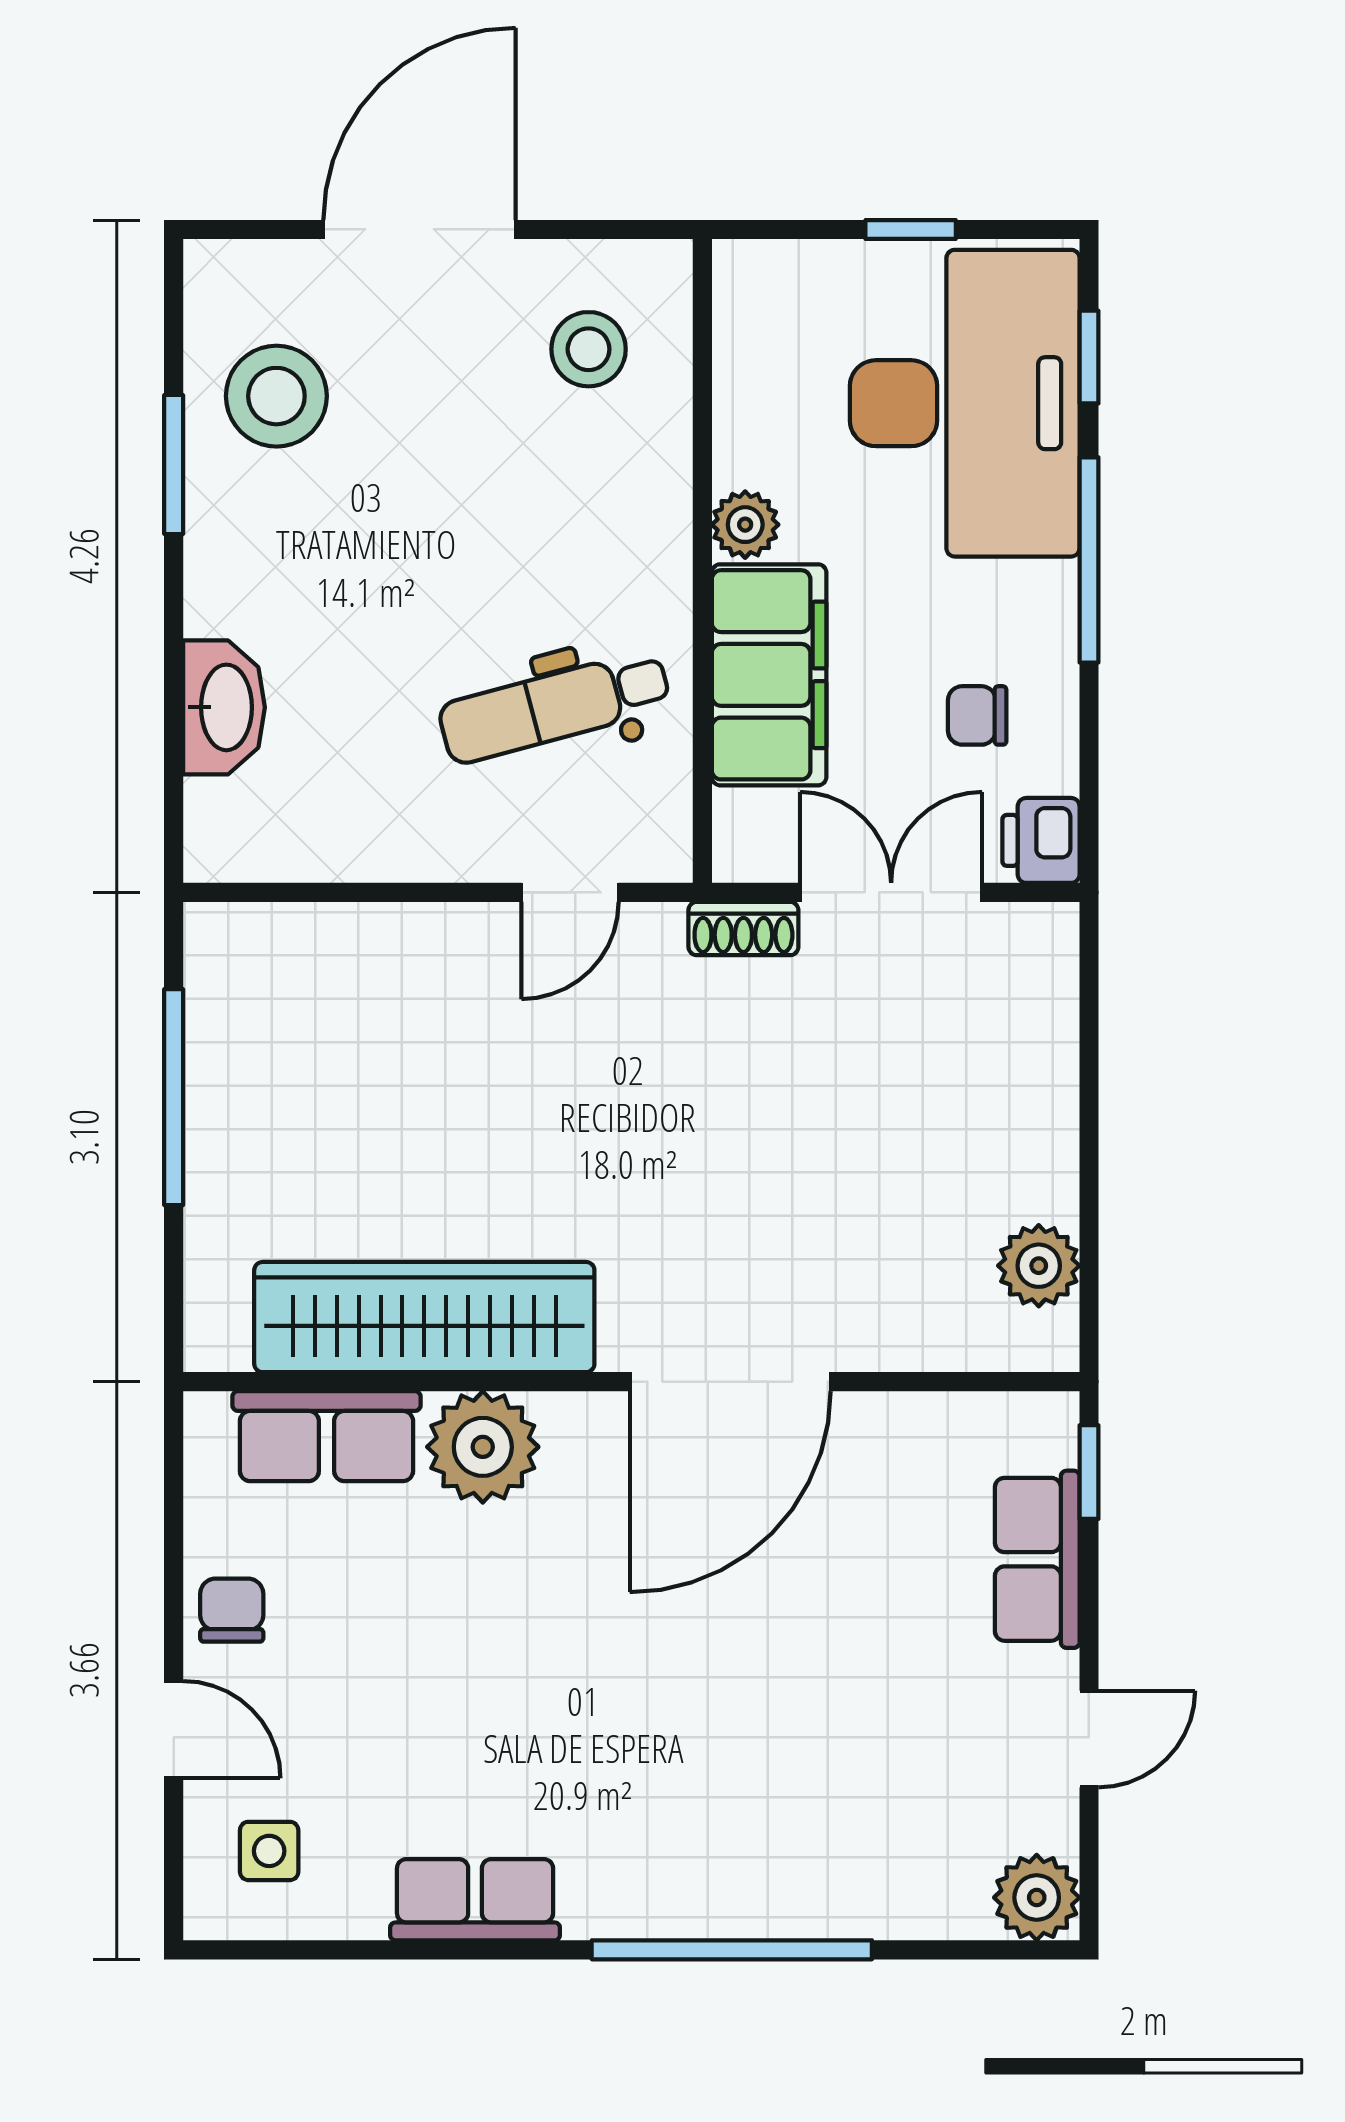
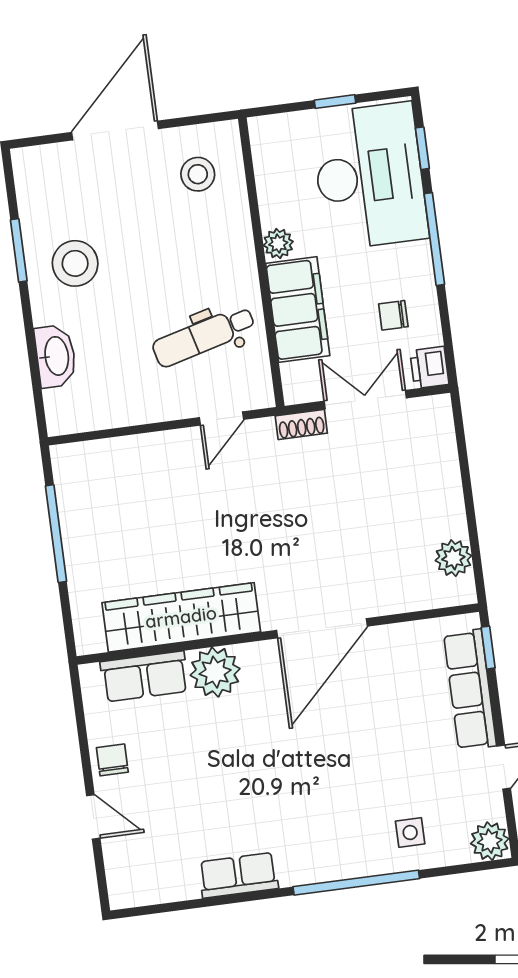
stool: (276, 396) -> (75, 263), moved
row of seats: (1037, 1559) -> (470, 690), width x1.48
side table: (269, 1851) -> (410, 832), moved

